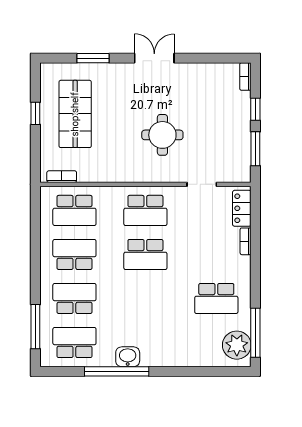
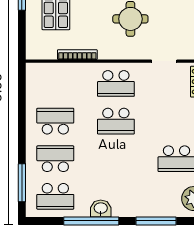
bookcase: (62, 177) -> (77, 55), moved, width x1.56
school desk: (74, 210) -> (55, 83), removed
school desk: (74, 342) -> (55, 196), turned 180
window: (192, 371) -> (156, 221), added

